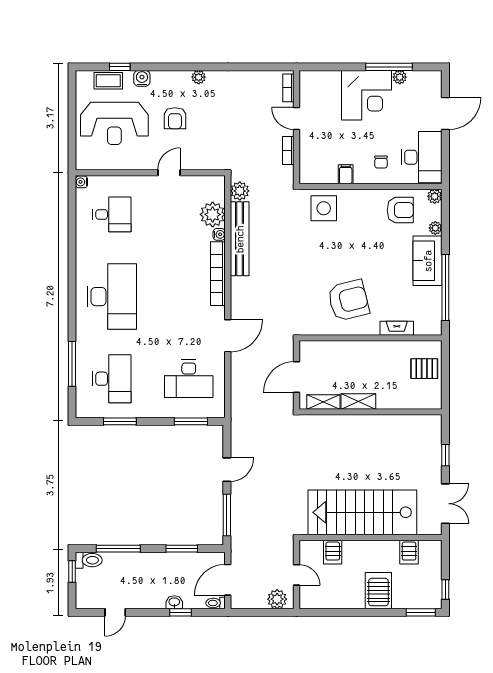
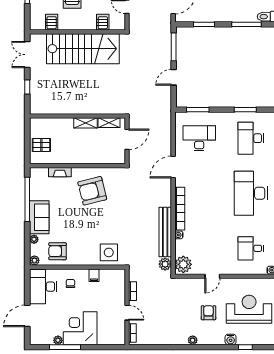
coffee table: (108, 81) -> (253, 338), removed
plant: (213, 214) -> (183, 264), moved

